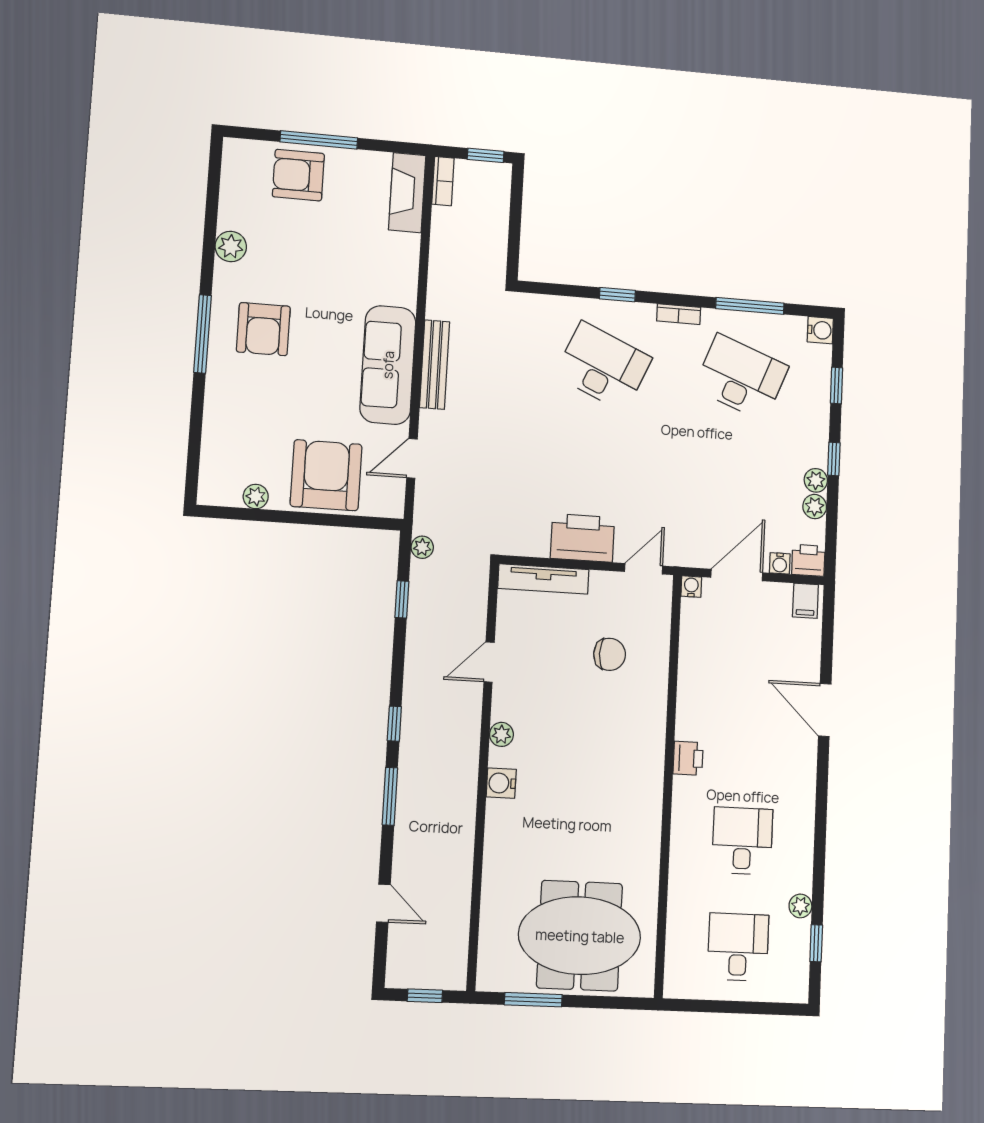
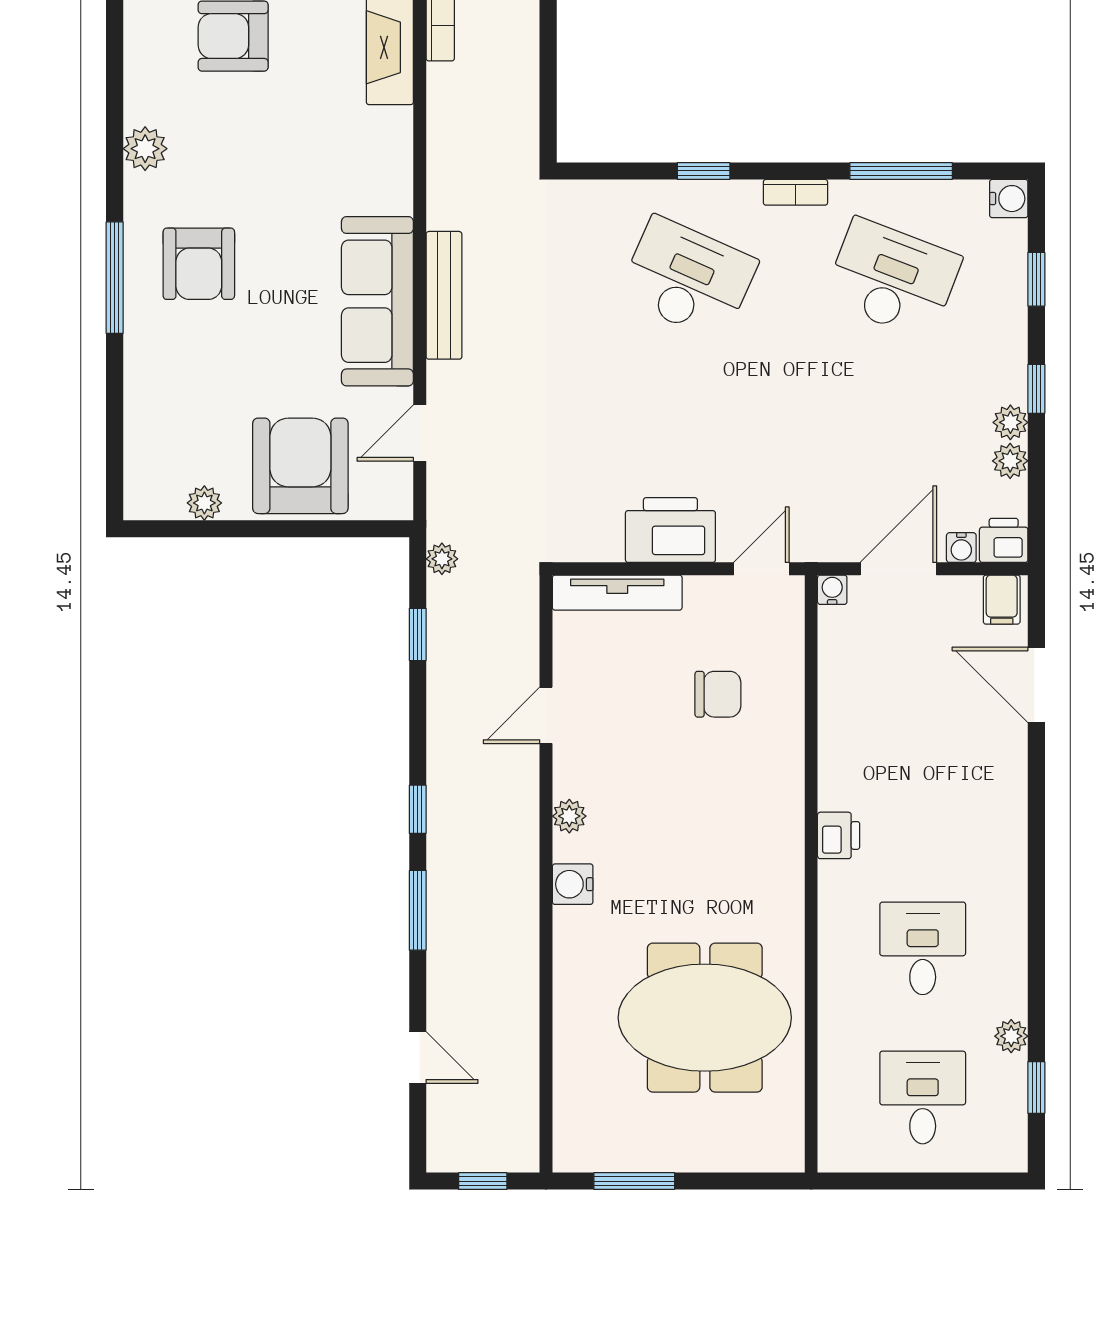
door: (825, 710) -> (1036, 685), moved
meeting table: (580, 936) -> (705, 1018), moved

